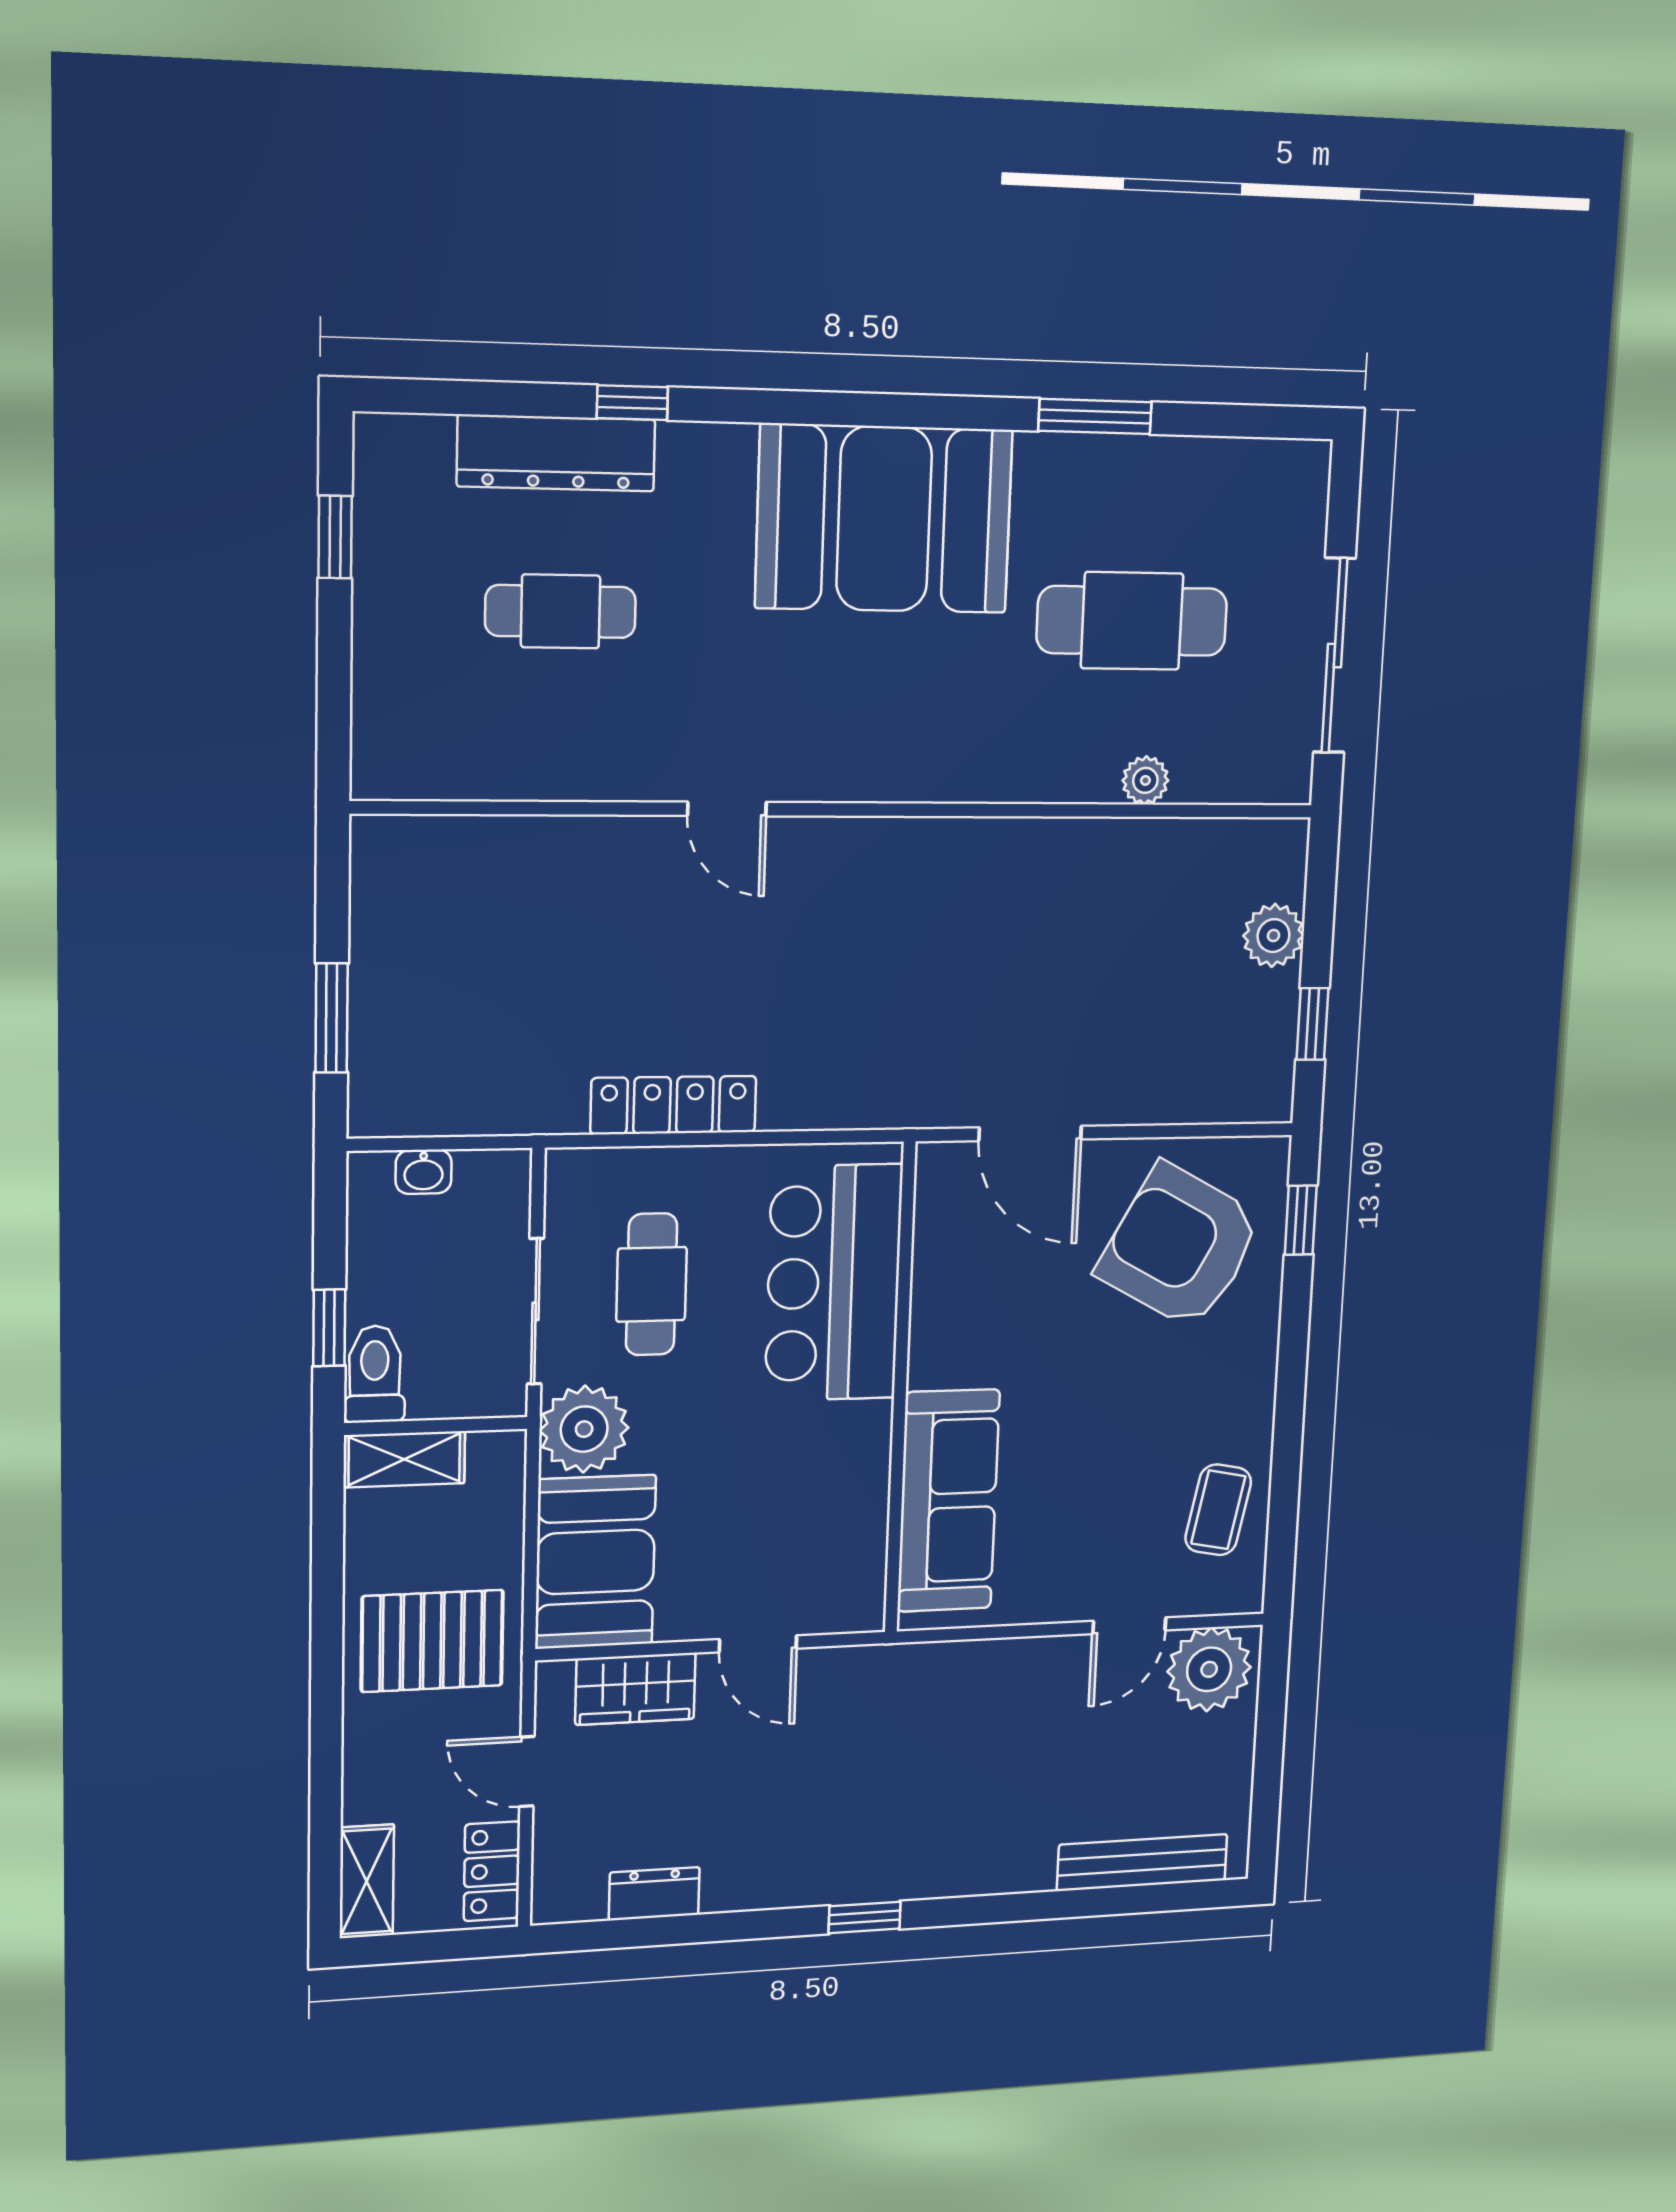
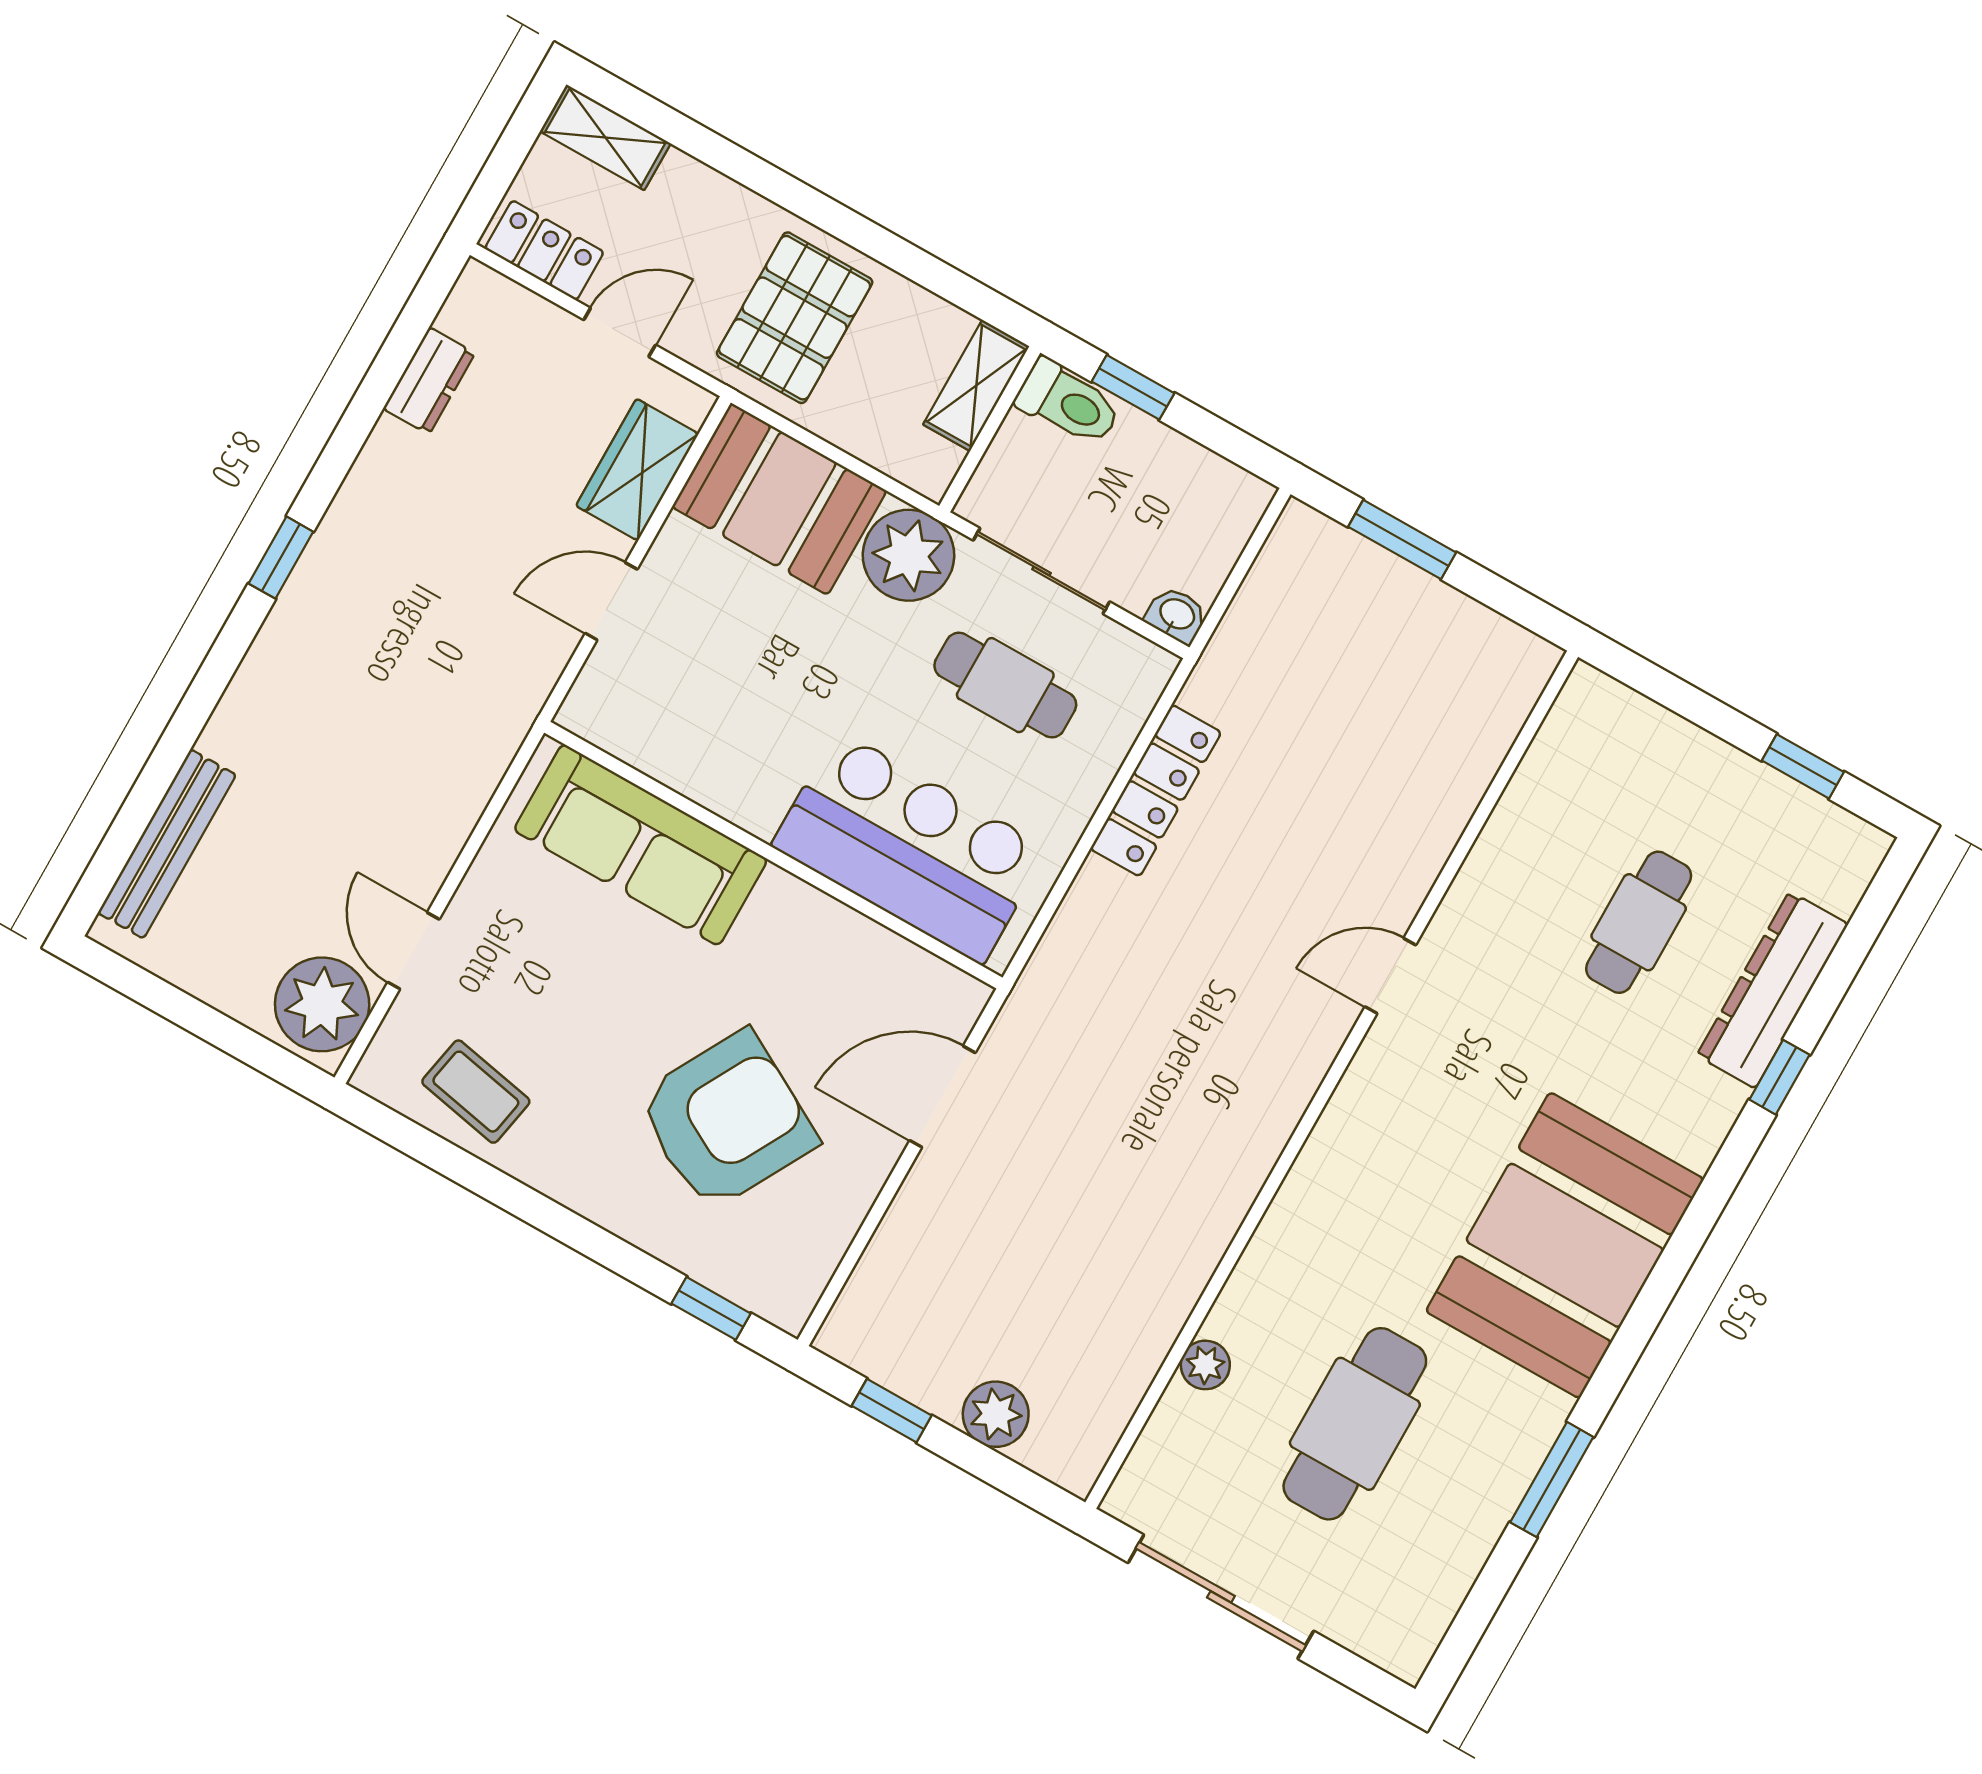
washbasin: (423, 1172) -> (1177, 615), moved, turned 90
armchair: (1180, 1246) -> (727, 1121), moved

